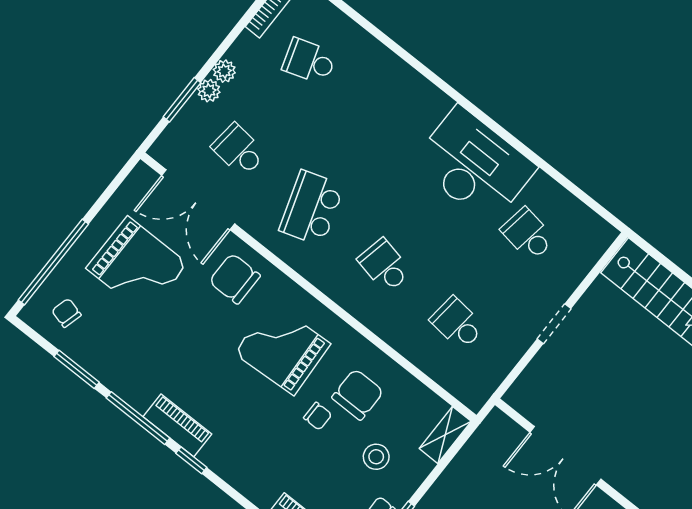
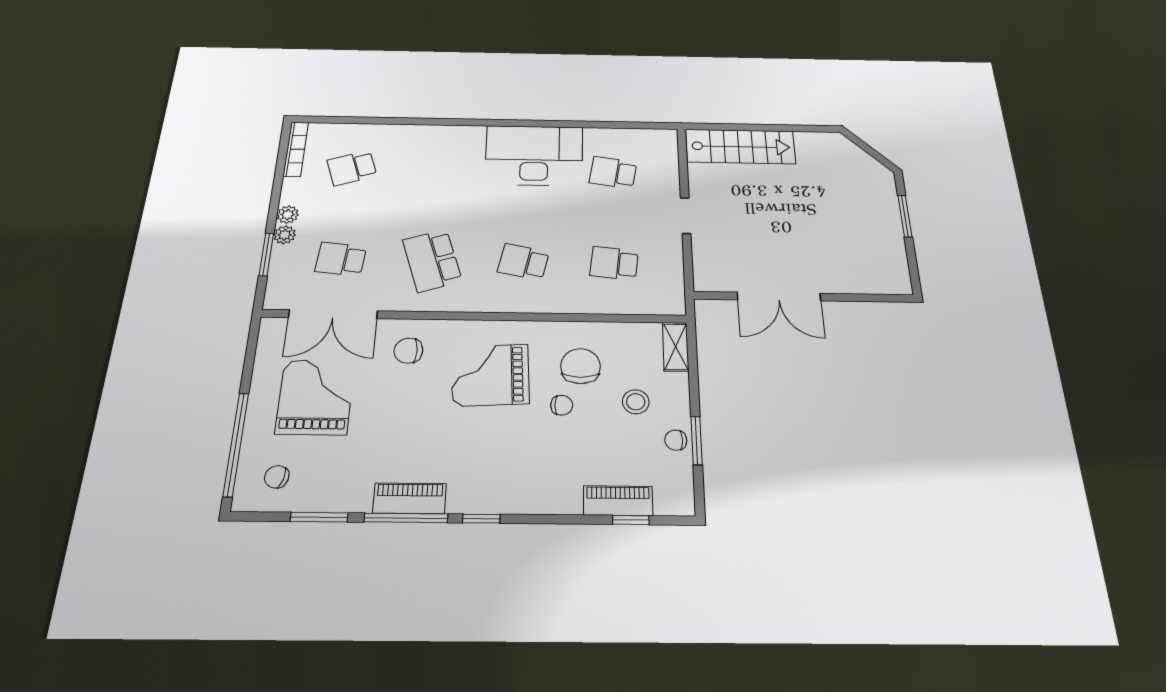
grand piano: (137, 266) -> (315, 397), turned -90
chair: (235, 279) -> (408, 351), width x0.73, depth x0.73
piano: (177, 425) -> (410, 498), moved

